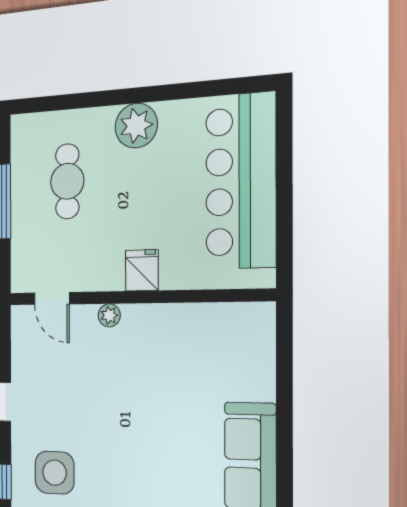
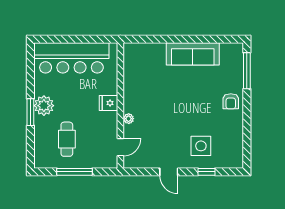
window: (122, 97) -> (30, 112), added
cafe table: (67, 181) -> (67, 139), turned 90

